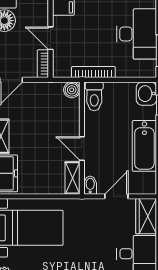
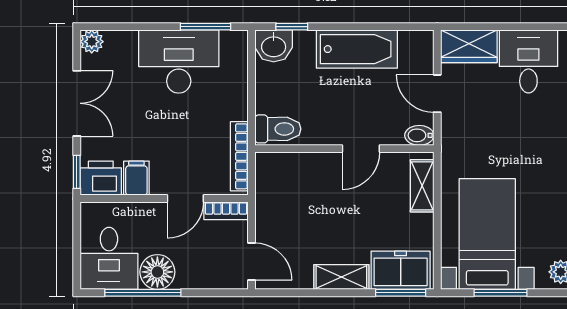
bookcase: (93, 72) -> (239, 156), moved
boiler: (72, 90) -> (268, 165), removed
shelving: (72, 178) -> (422, 186), moved, turned 90

